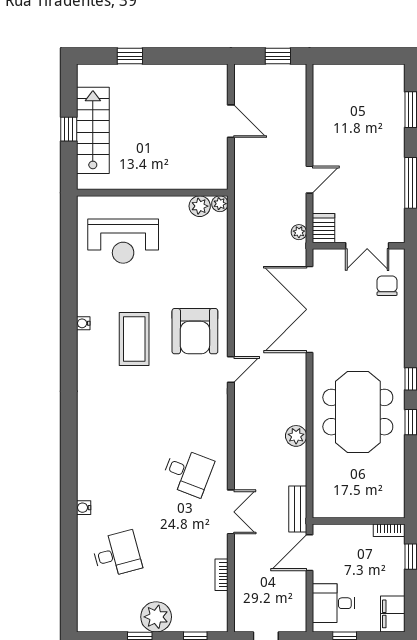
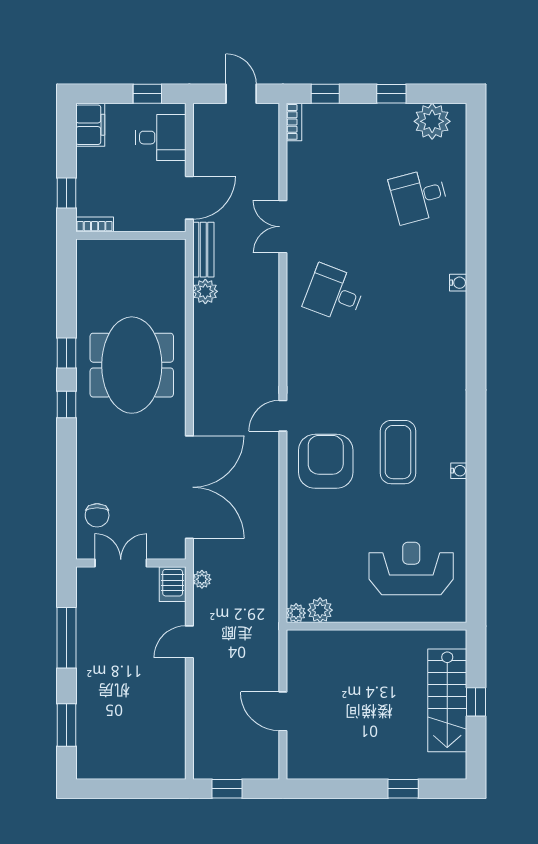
plant: (296, 436) -> (205, 291), moved
water cooler: (84, 508) -> (458, 283), moved
double door: (231, 512) -> (283, 227), moved
bookcase: (222, 575) -> (294, 122), moved
plant: (156, 617) -> (432, 121), moved

